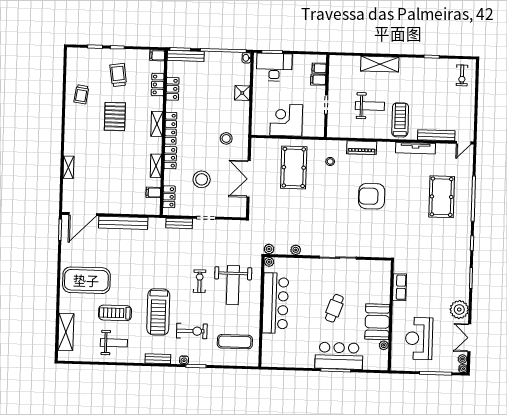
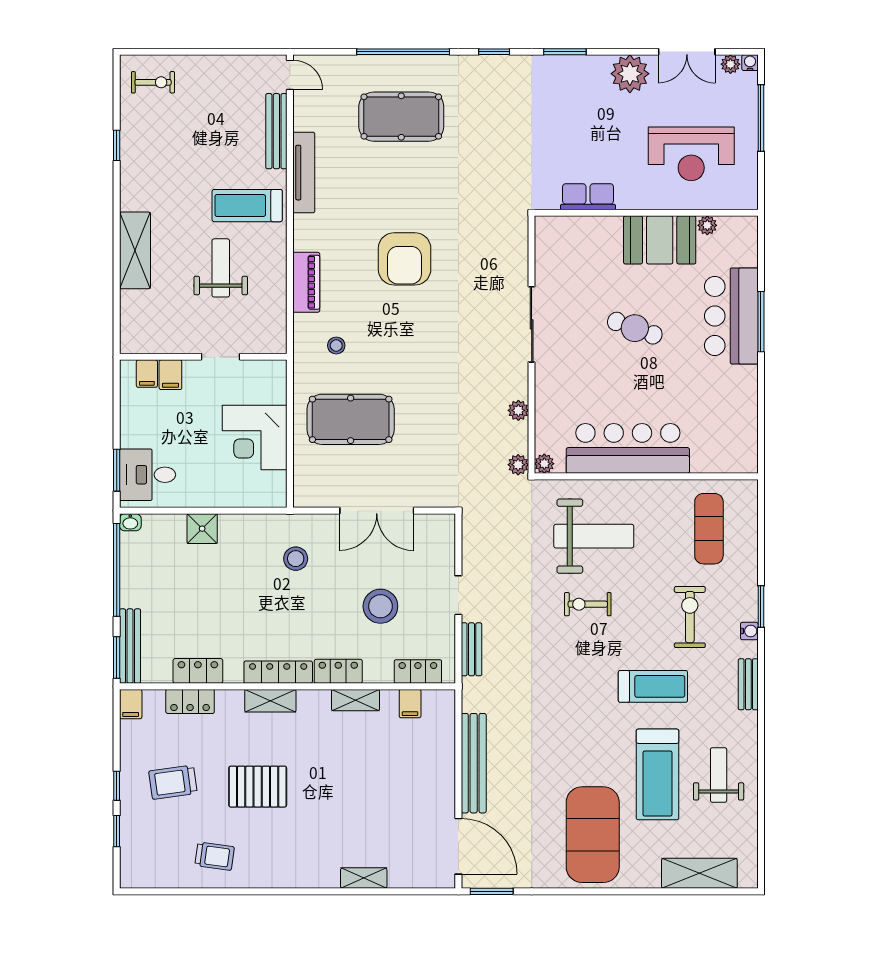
desk: (274, 67) -> (148, 475), width x0.73
treadmill: (158, 312) -> (653, 686), width x0.73, depth x0.73
treadmill: (115, 313) -> (657, 774), width x1.37, depth x1.38

